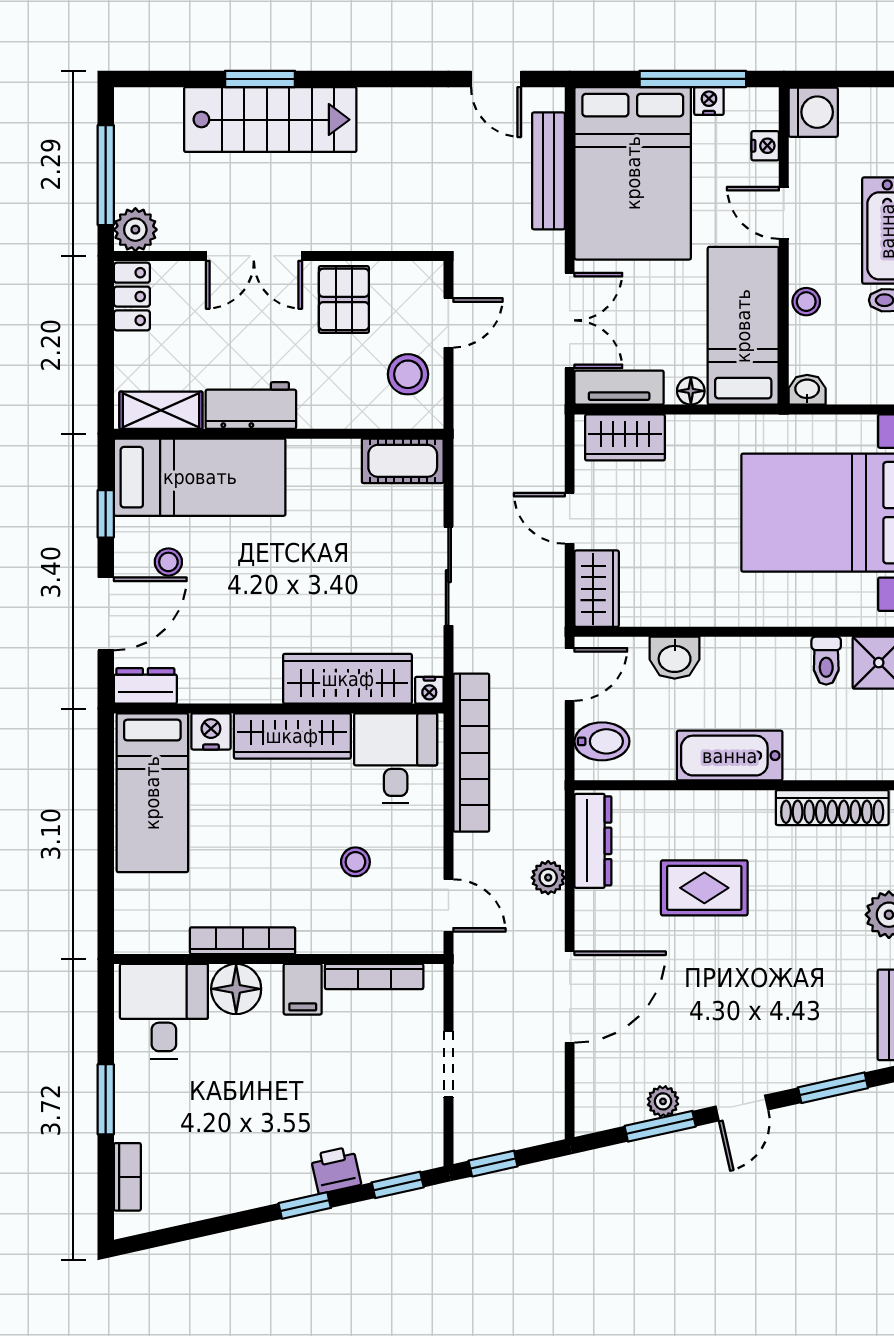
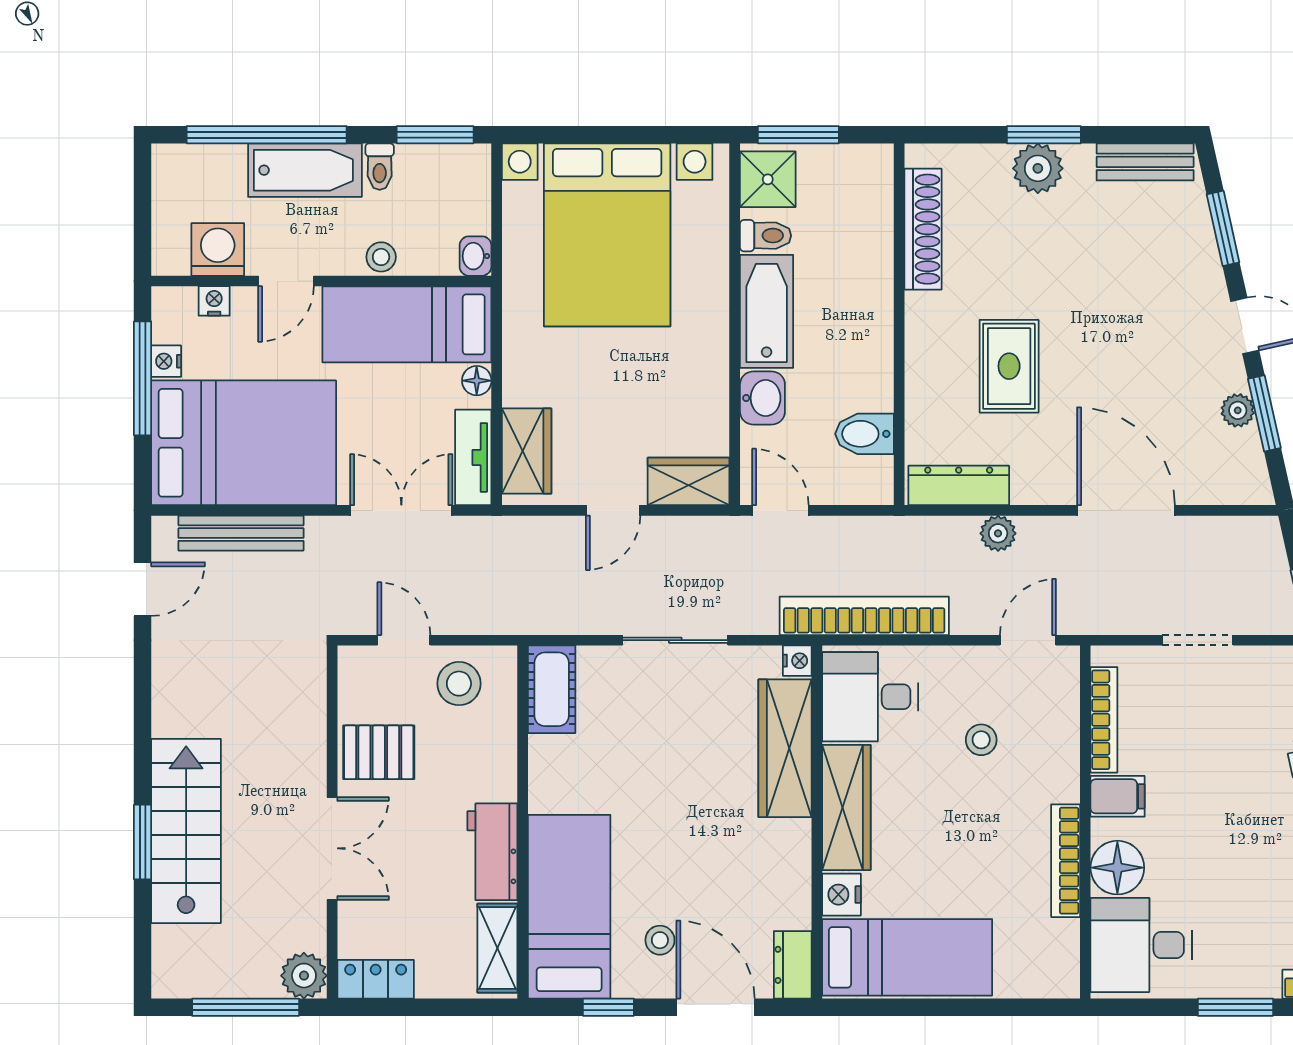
washing machine: (813, 112) -> (218, 249), moved
bidet: (602, 741) -> (865, 434), moved, turned -90
bathtub: (730, 756) -> (767, 311), moved, turned 180

